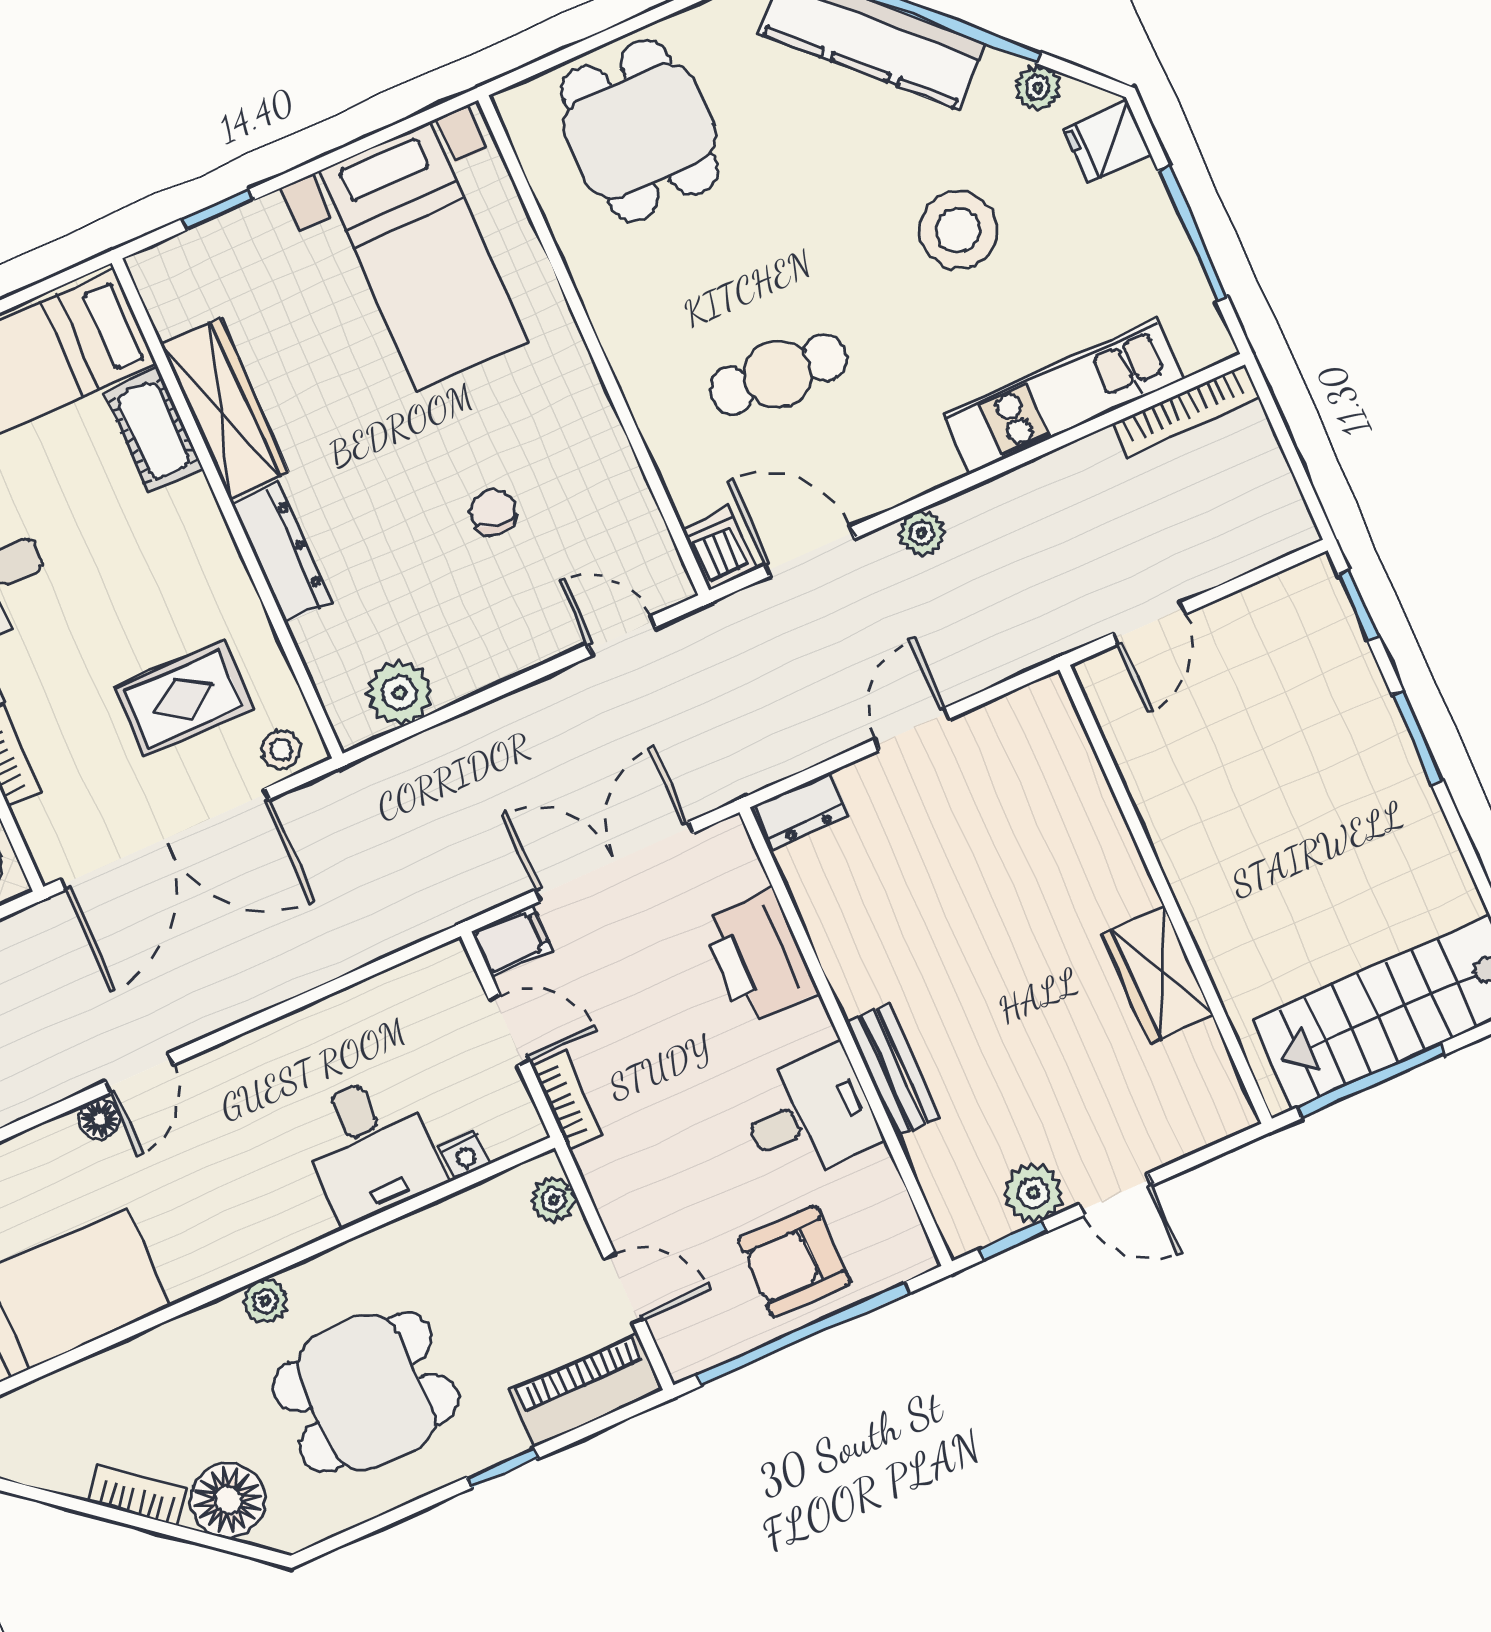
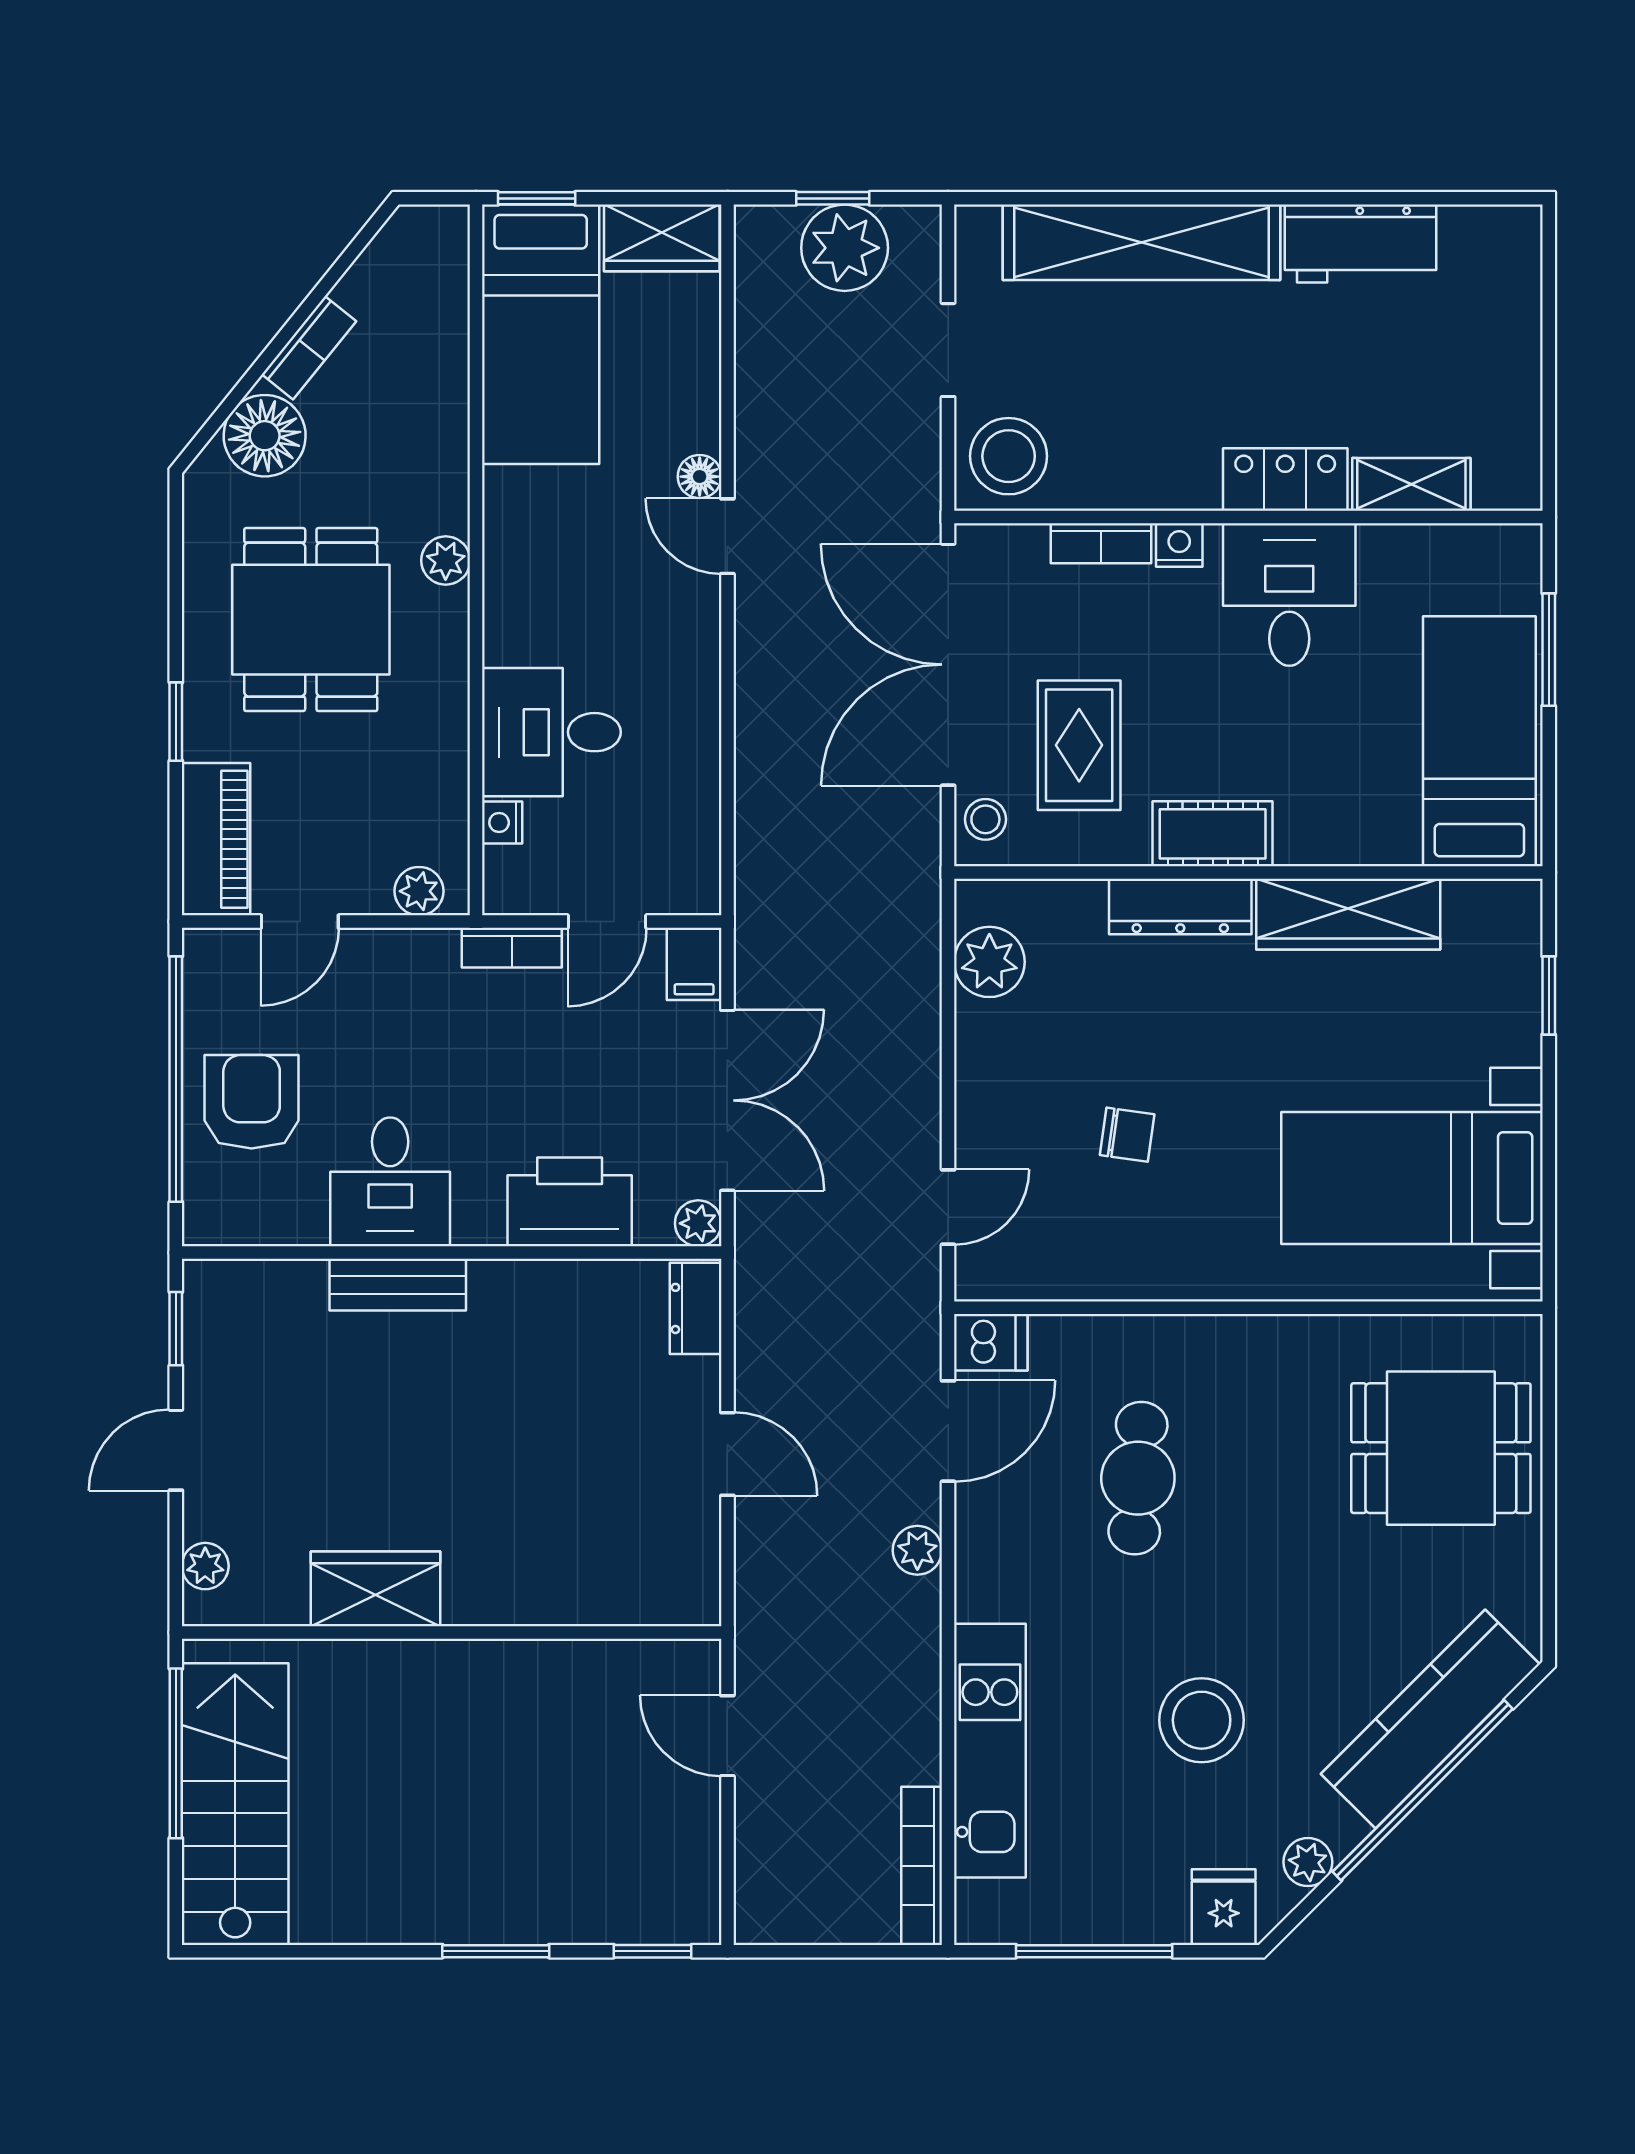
cot: (153, 430) -> (1213, 834), moved
plant: (729, 840) -> (698, 1223), added
plant: (1033, 1193) -> (205, 1566), moved, width x0.73, depth x0.73

